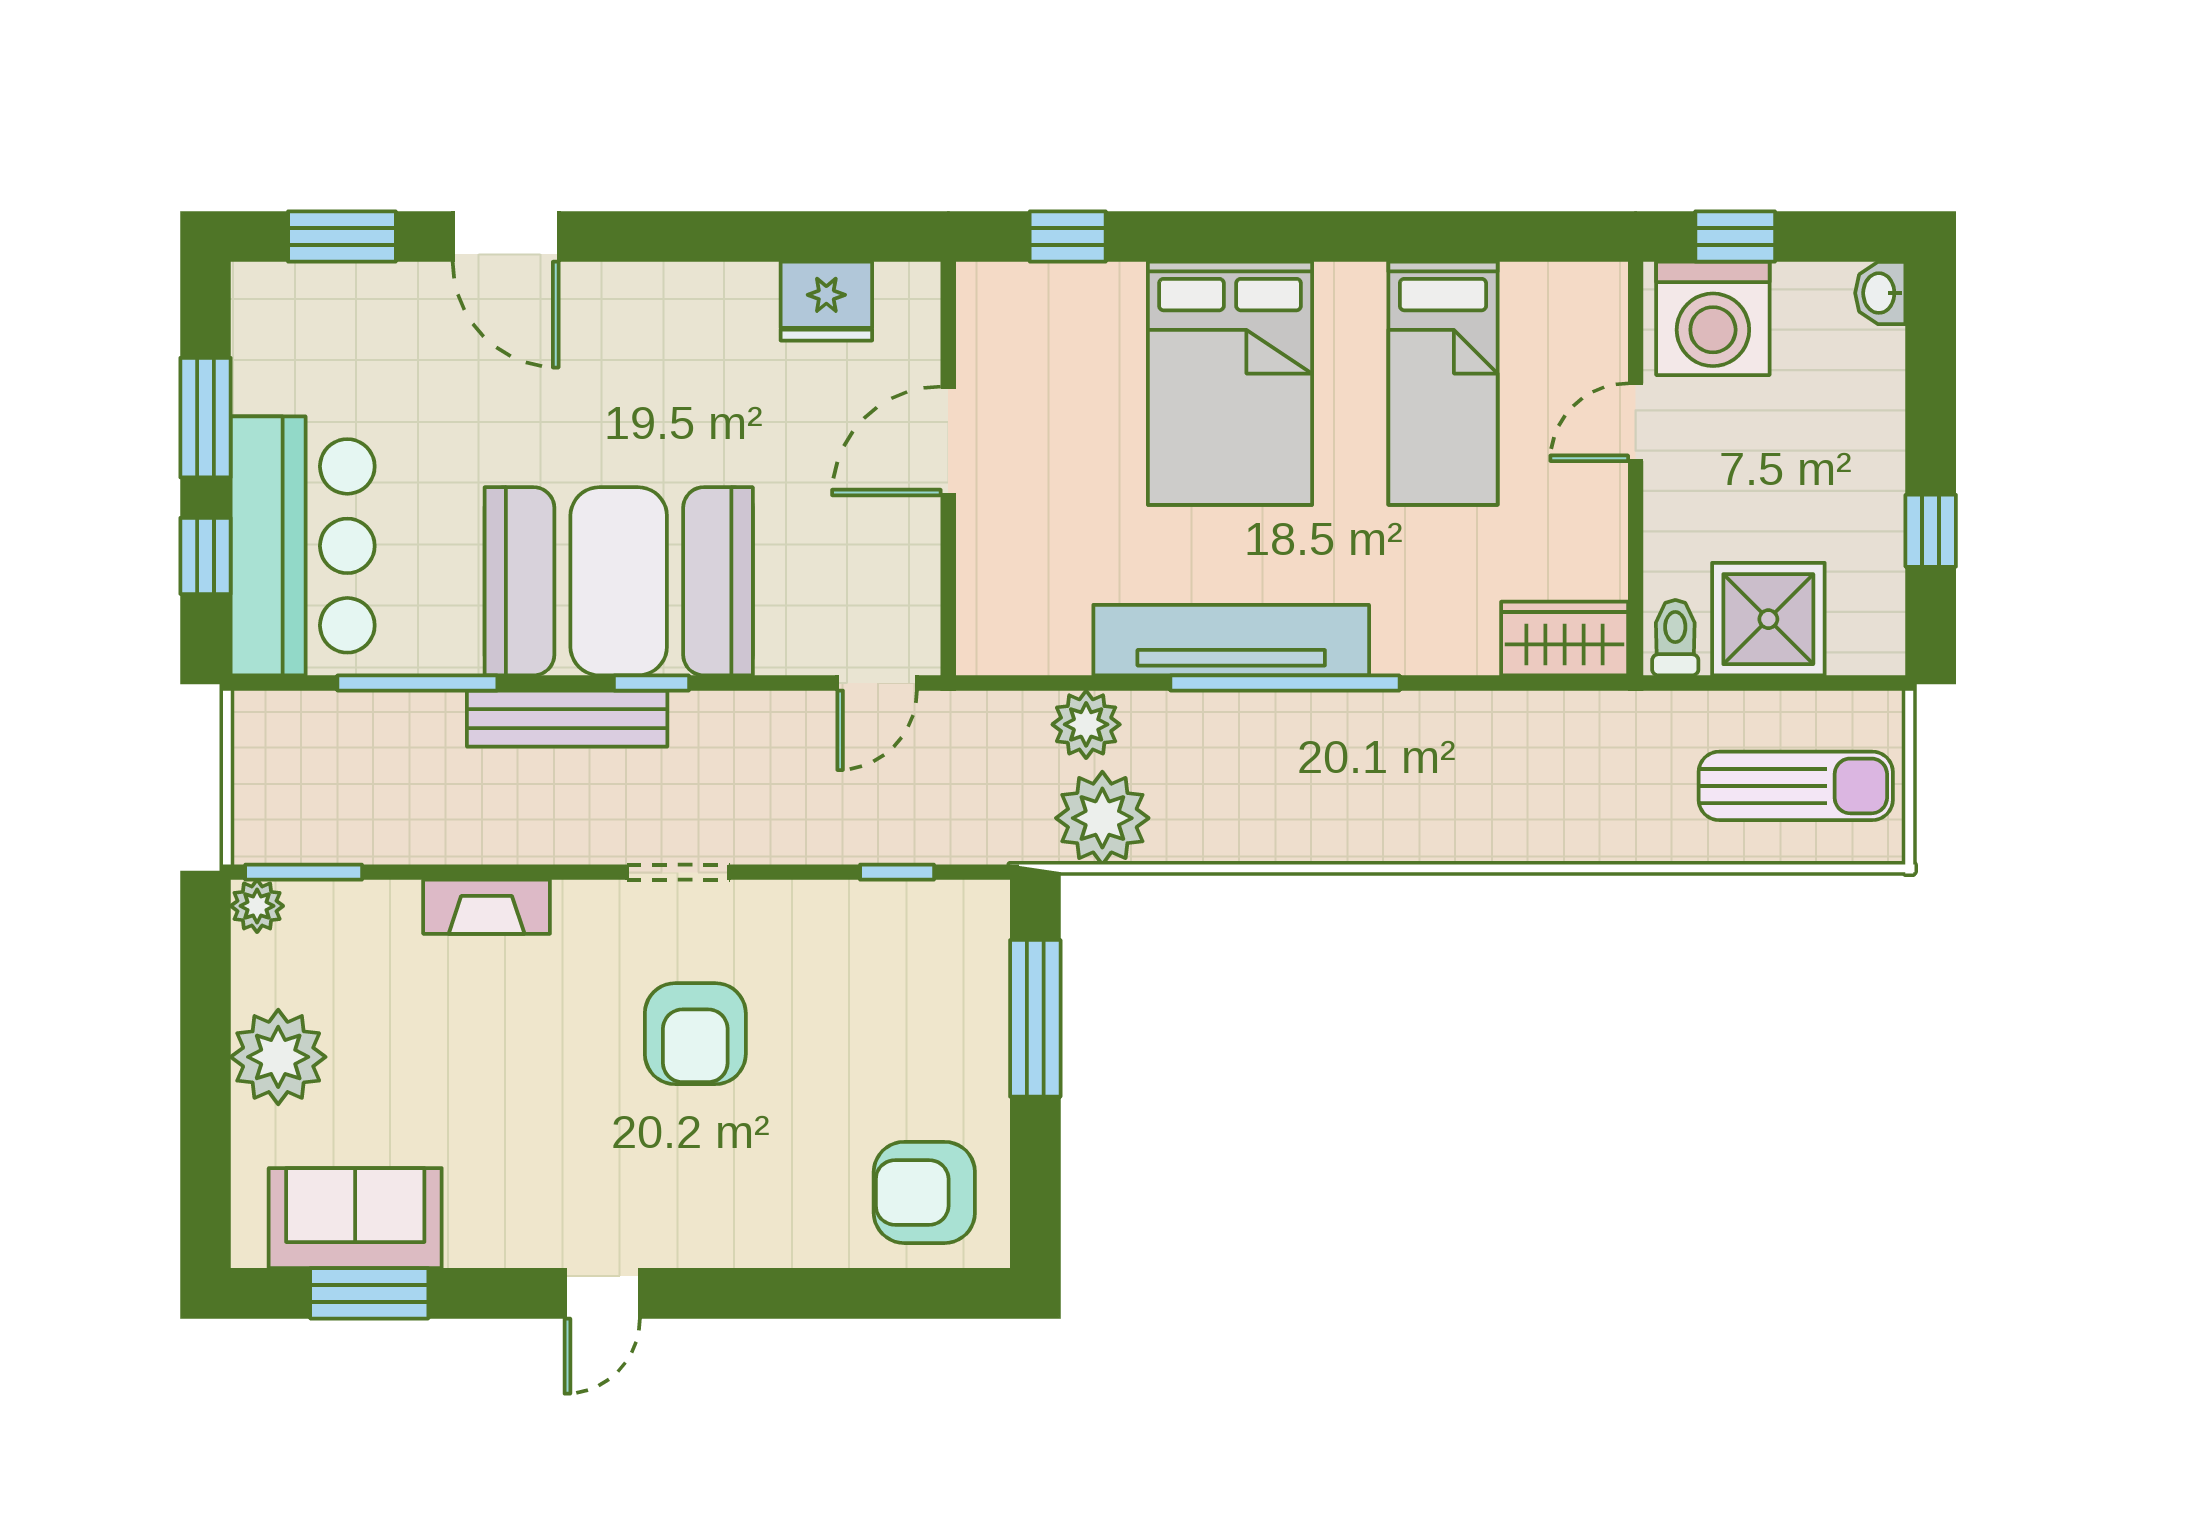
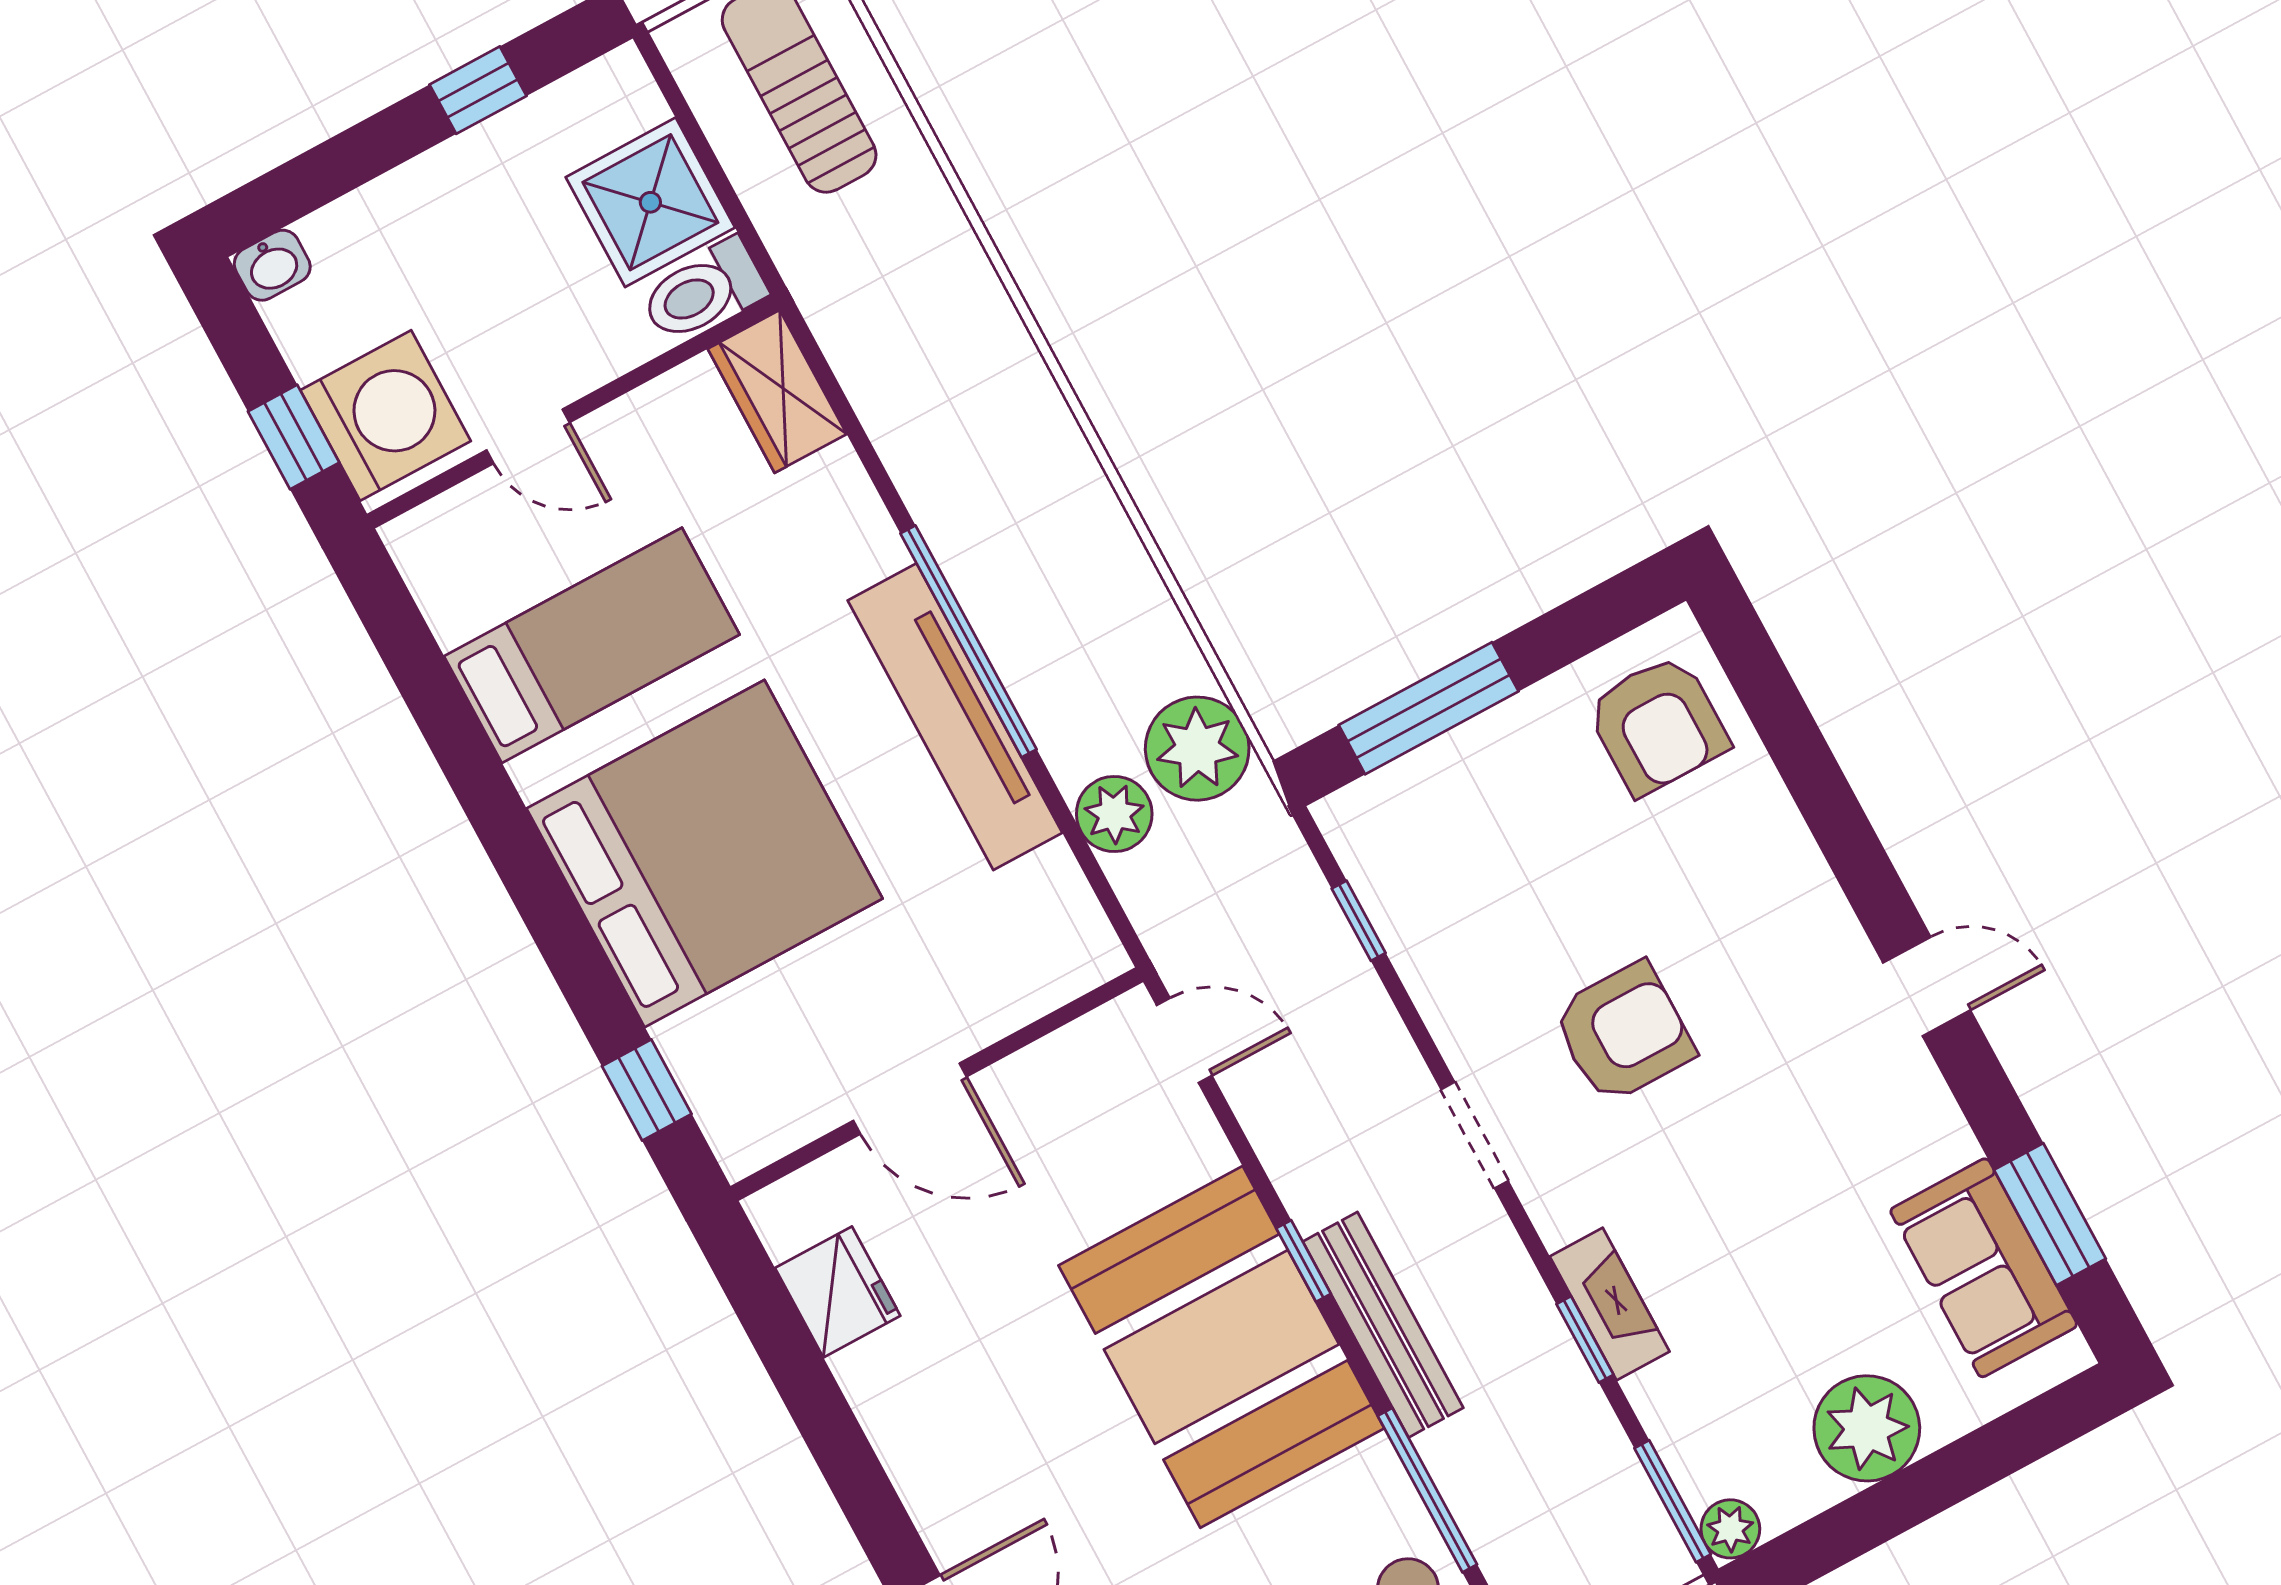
bed: (1230, 383) -> (704, 854), width x1.36
toilet: (1675, 638) -> (703, 291), width x1.37, depth x1.39
window: (469, 872) -> (1585, 1339), added

